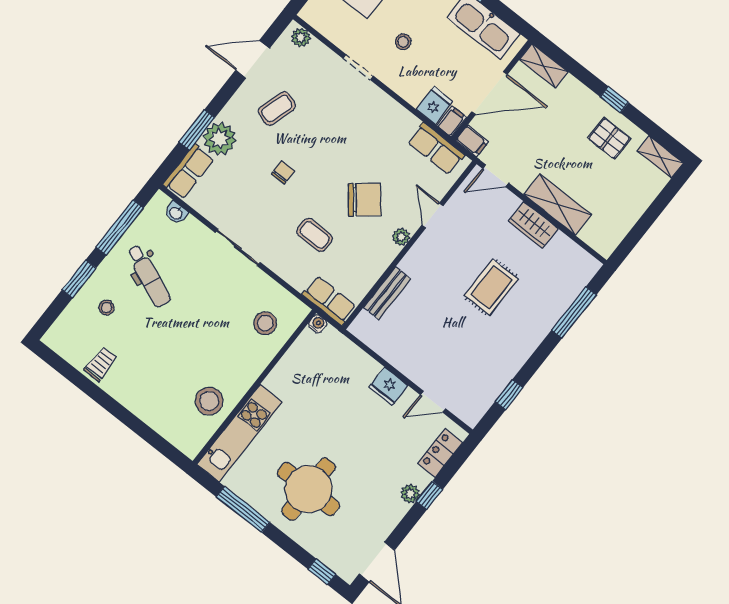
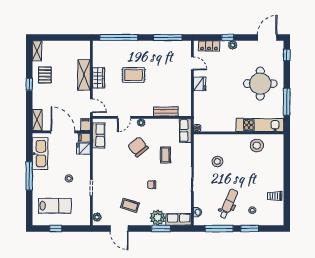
window: (574, 312) -> (119, 38), width x1.46
stool: (265, 323) -> (217, 161), moved
window: (509, 395) -> (168, 38), width x2.17

